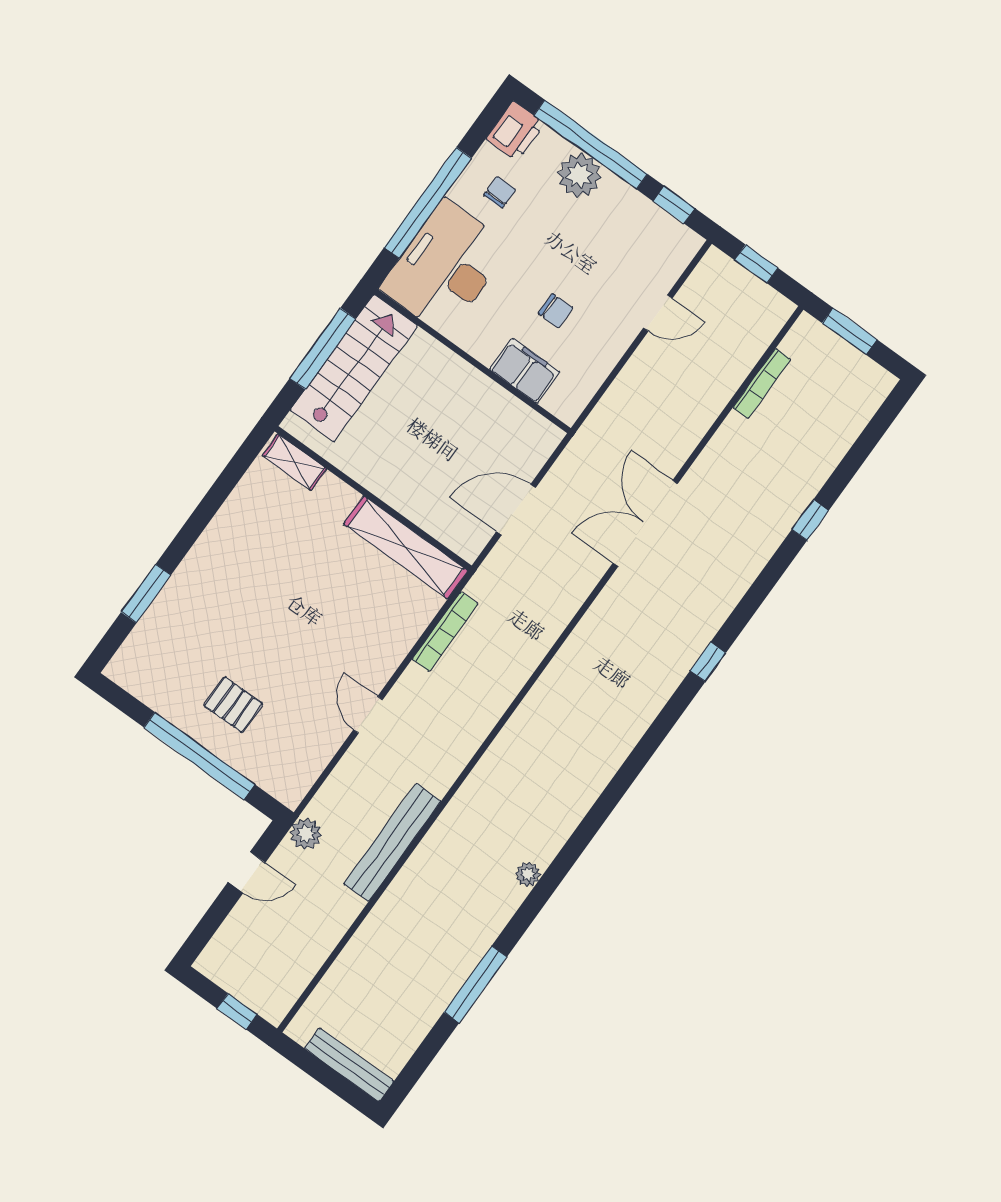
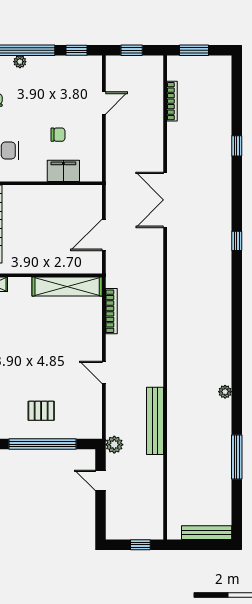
plant: (579, 175) -> (20, 62), width x0.53, depth x0.53
door: (247, 872) -> (100, 480), swing flipped

